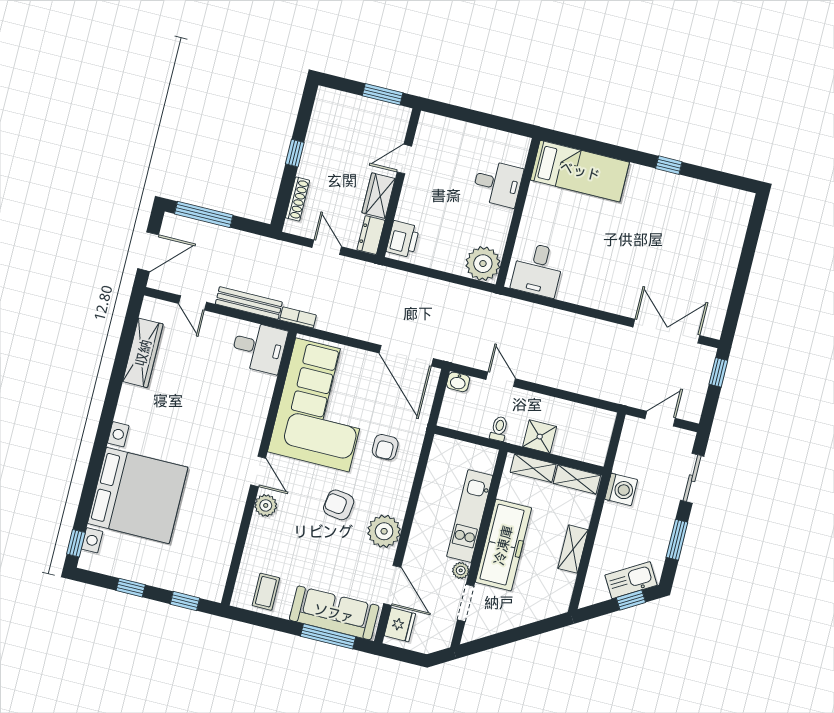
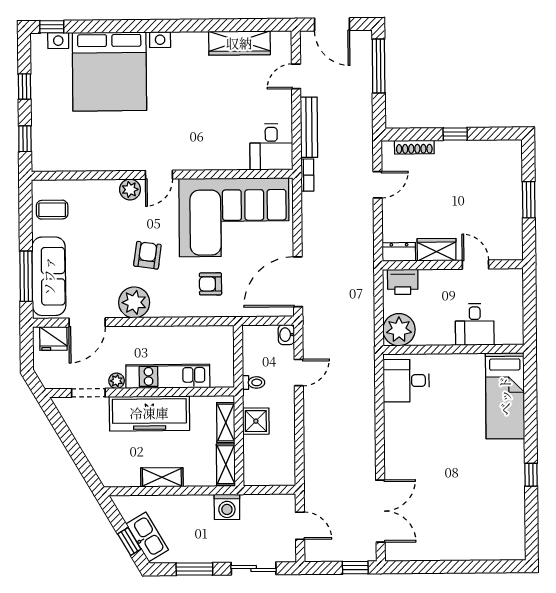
door: (404, 159) -> (475, 265), moved
wall: (399, 183) -> (453, 265), moved
wardrobe: (379, 196) -> (437, 250), moved
dresser: (371, 235) -> (399, 252), moved
printer: (403, 239) -> (403, 282), moved

